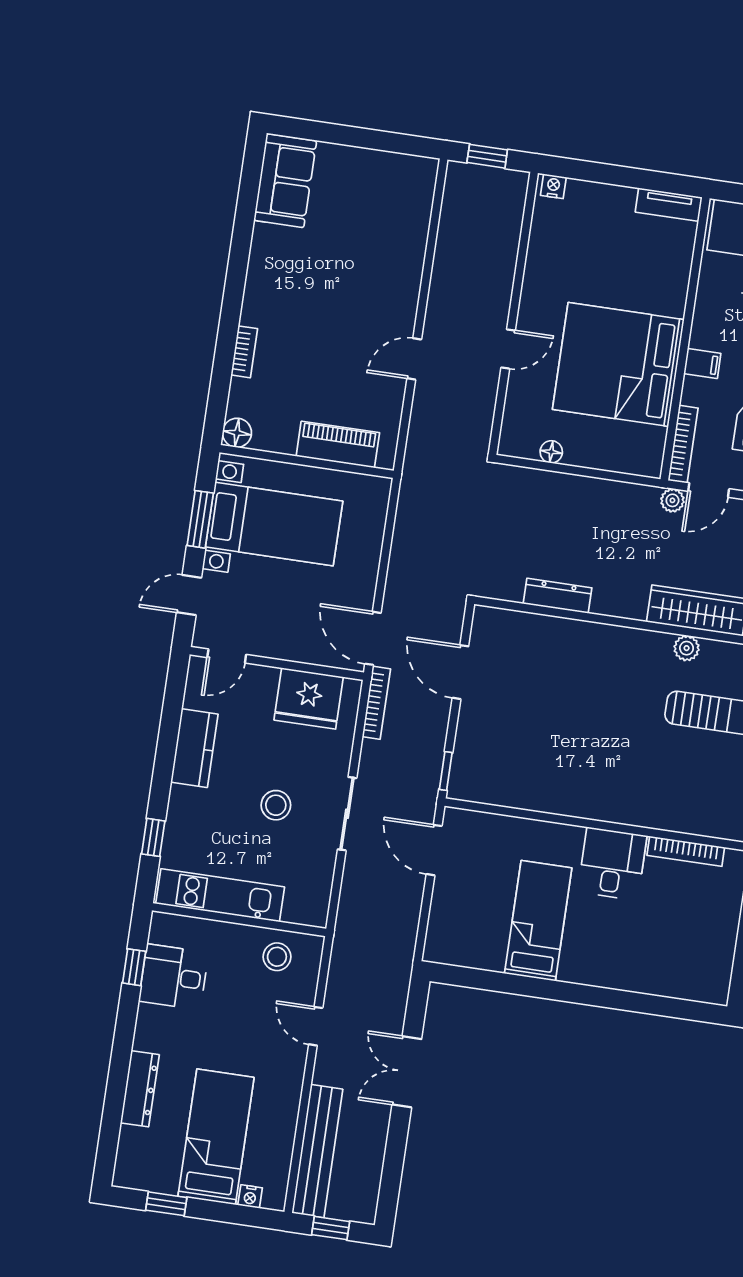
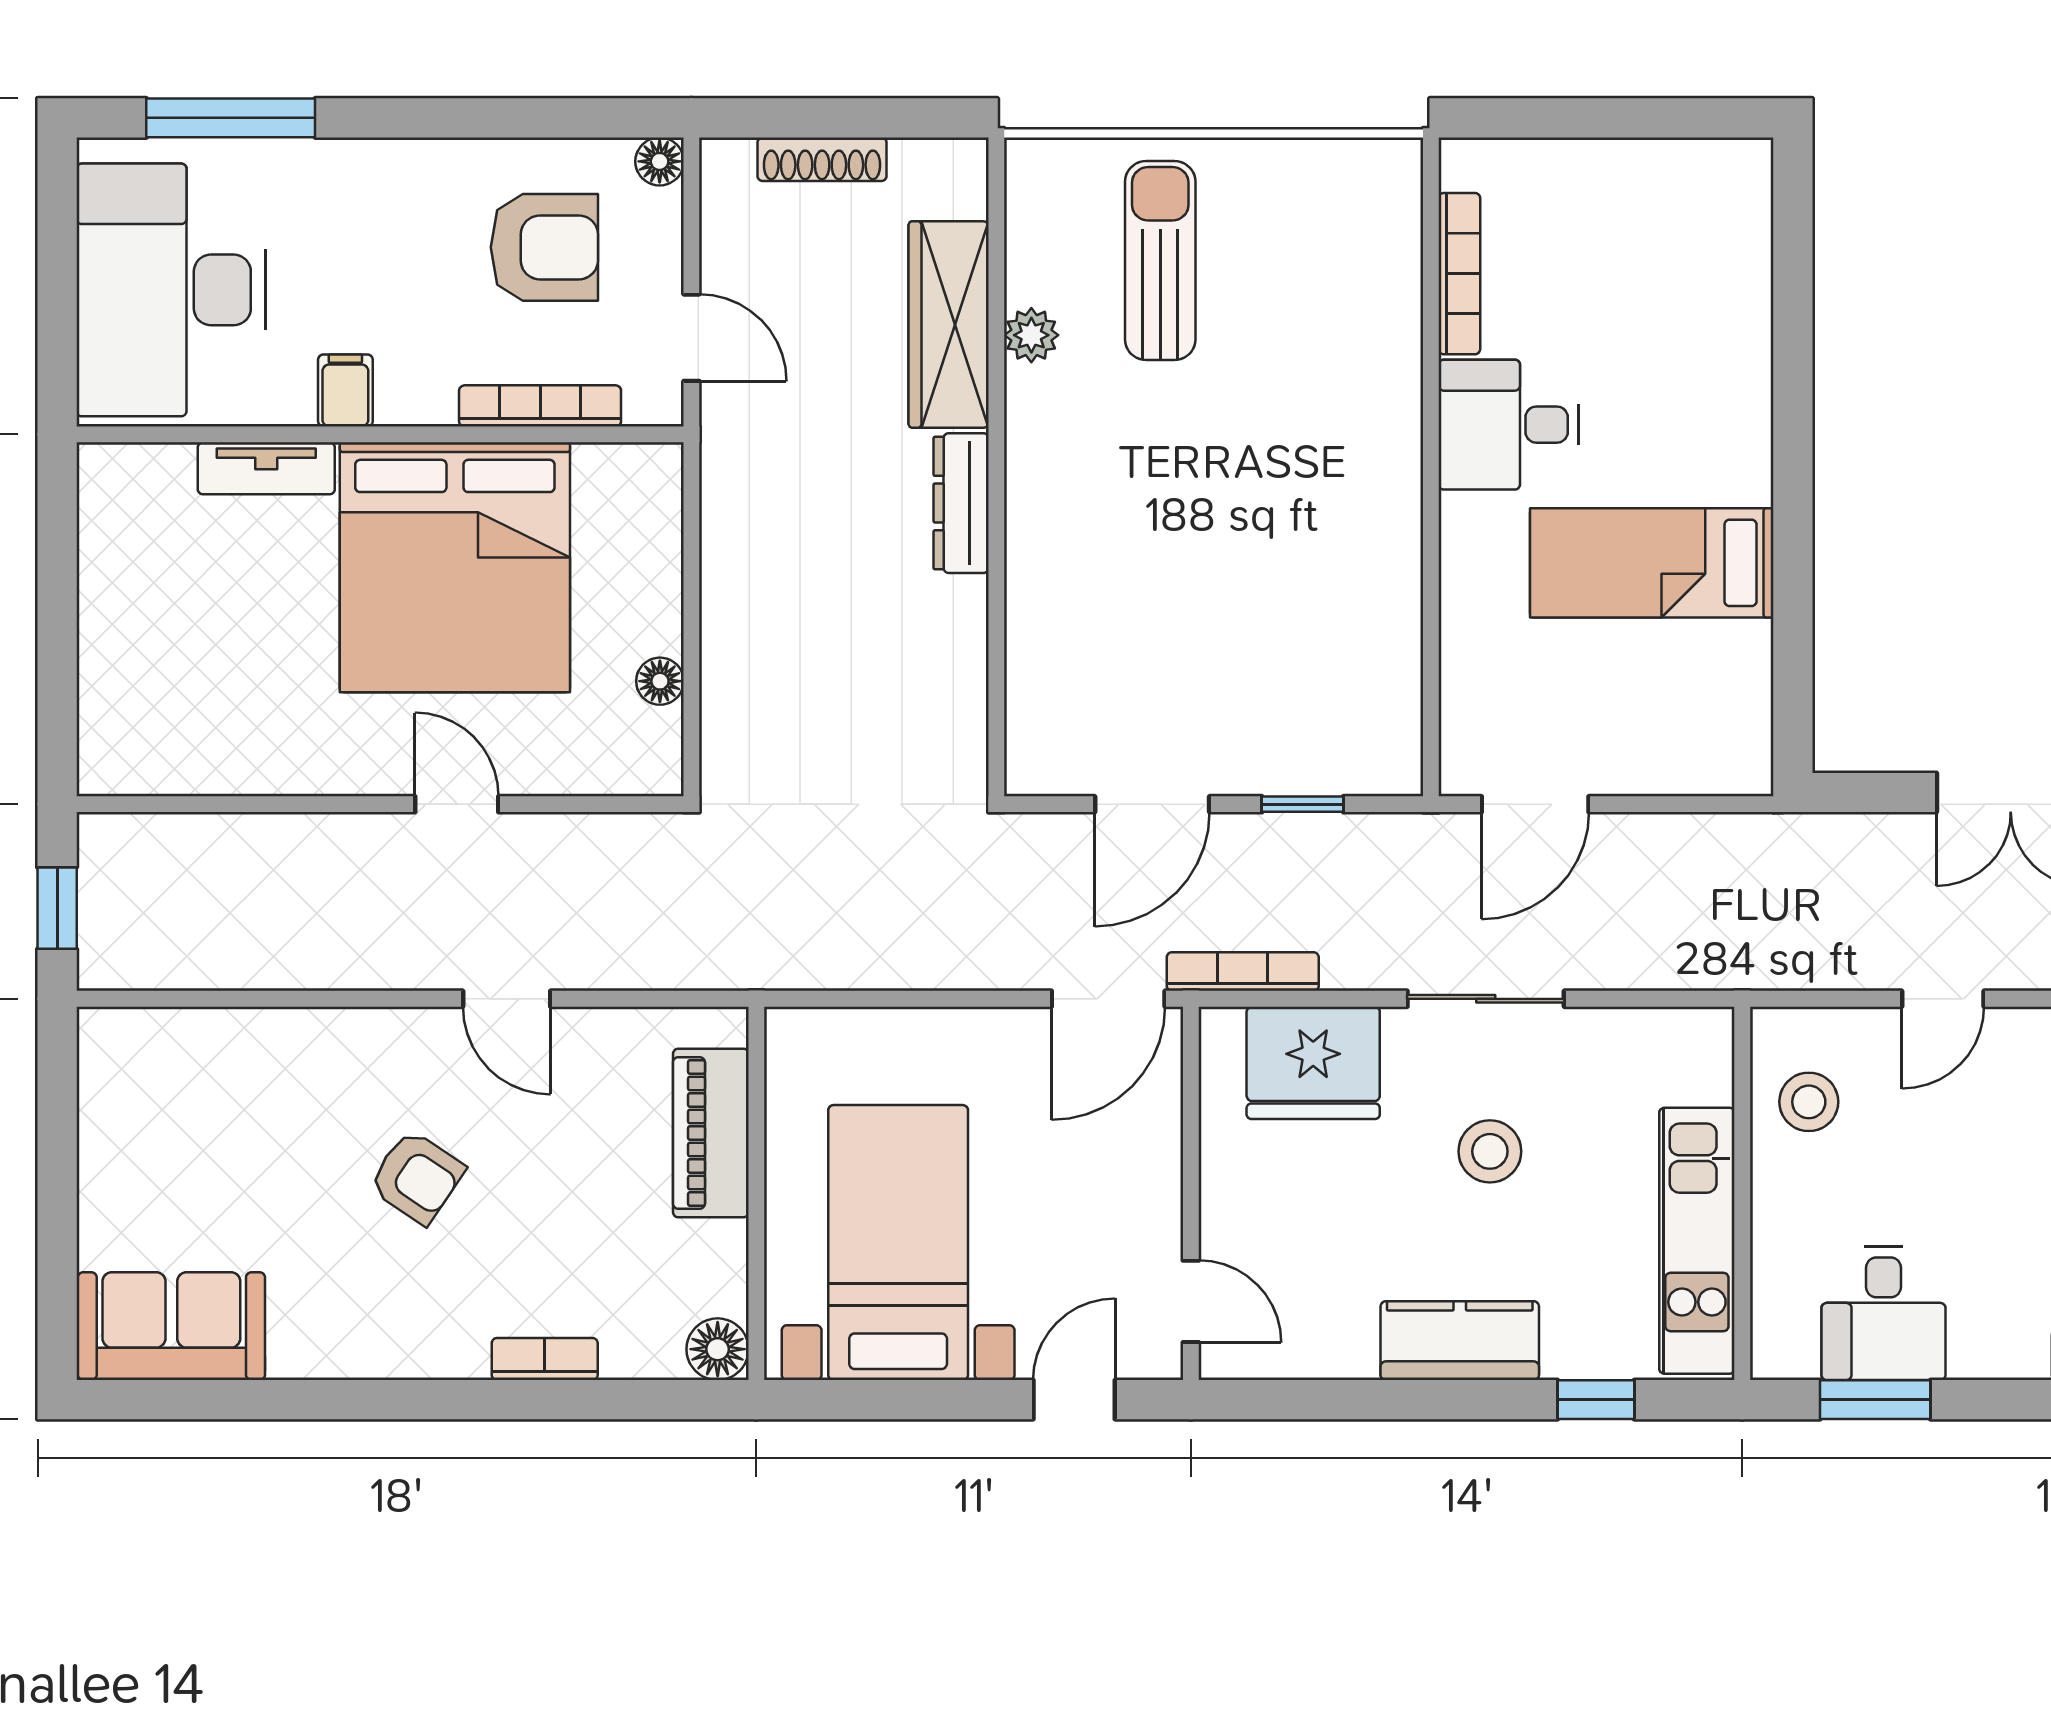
nightstand: (553, 186) -> (100, 759), removed
tv unit: (669, 205) -> (266, 468), moved, turned 90
armchair: (338, 305) -> (417, 1177), added
filing cabinet: (702, 364) -> (345, 390), moved
bookcase: (683, 444) -> (540, 406), moved
plant: (672, 500) -> (724, 411), removed
window: (200, 519) -> (911, 1400), removed
door: (189, 595) -> (1074, 1400), swing flipped
dresser: (558, 596) -> (961, 503), moved
fridge: (309, 699) -> (1313, 1063), moved, turned 90
kitchen counter: (194, 748) -> (1460, 1341), moved
window: (446, 771) -> (1303, 804), moved
window: (134, 967) -> (1875, 1400), width x1.50

